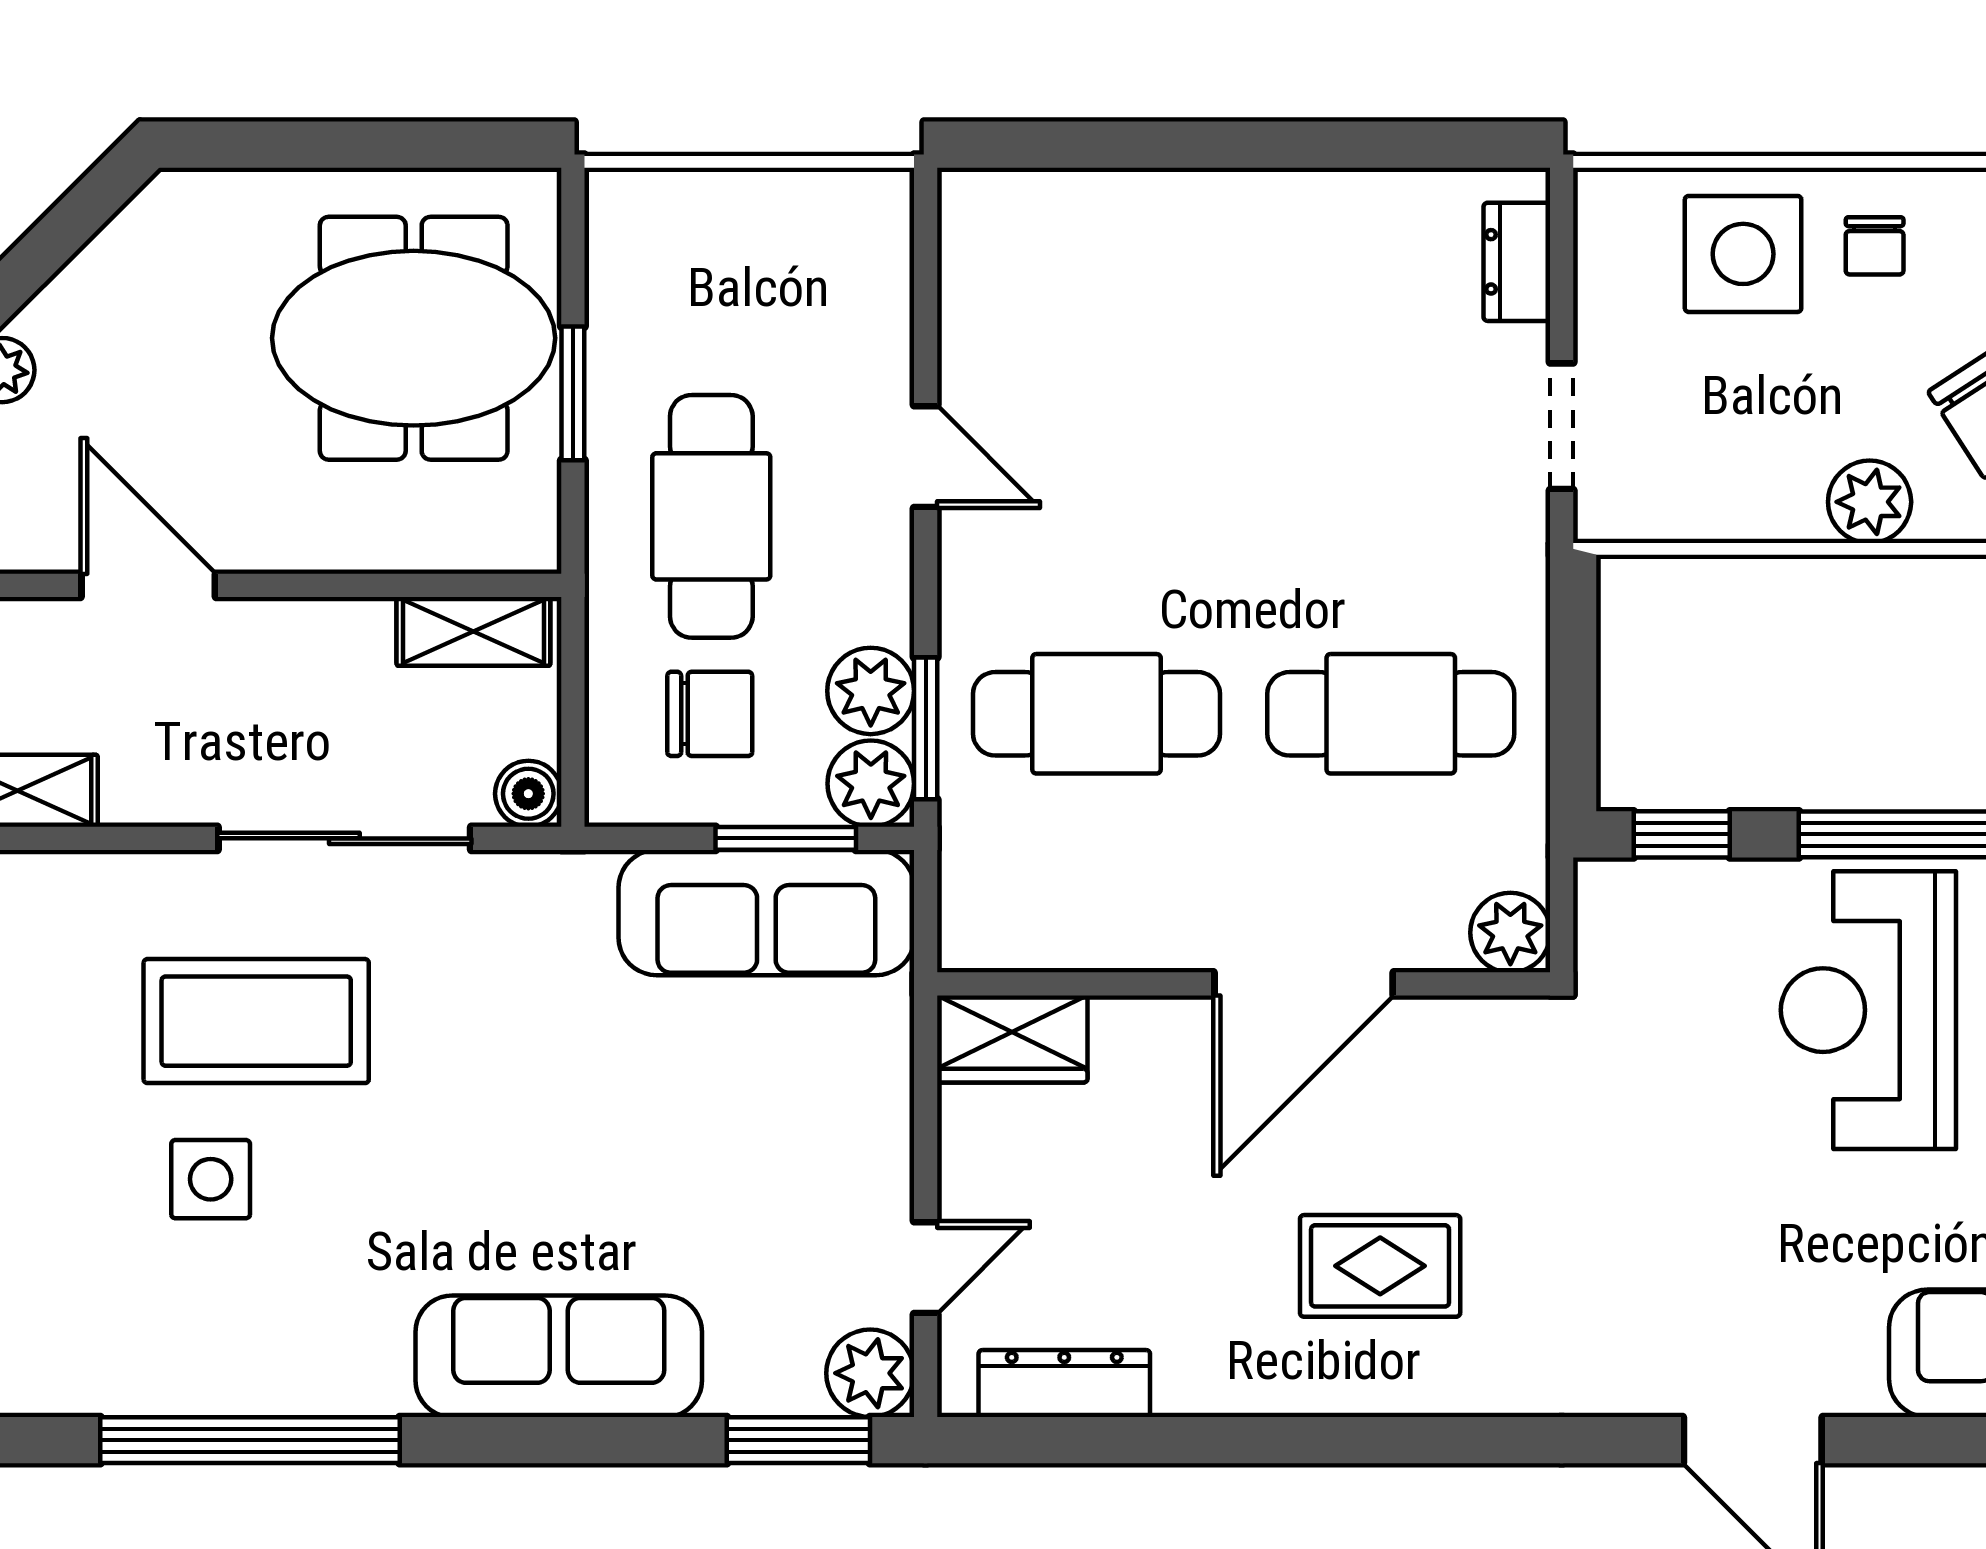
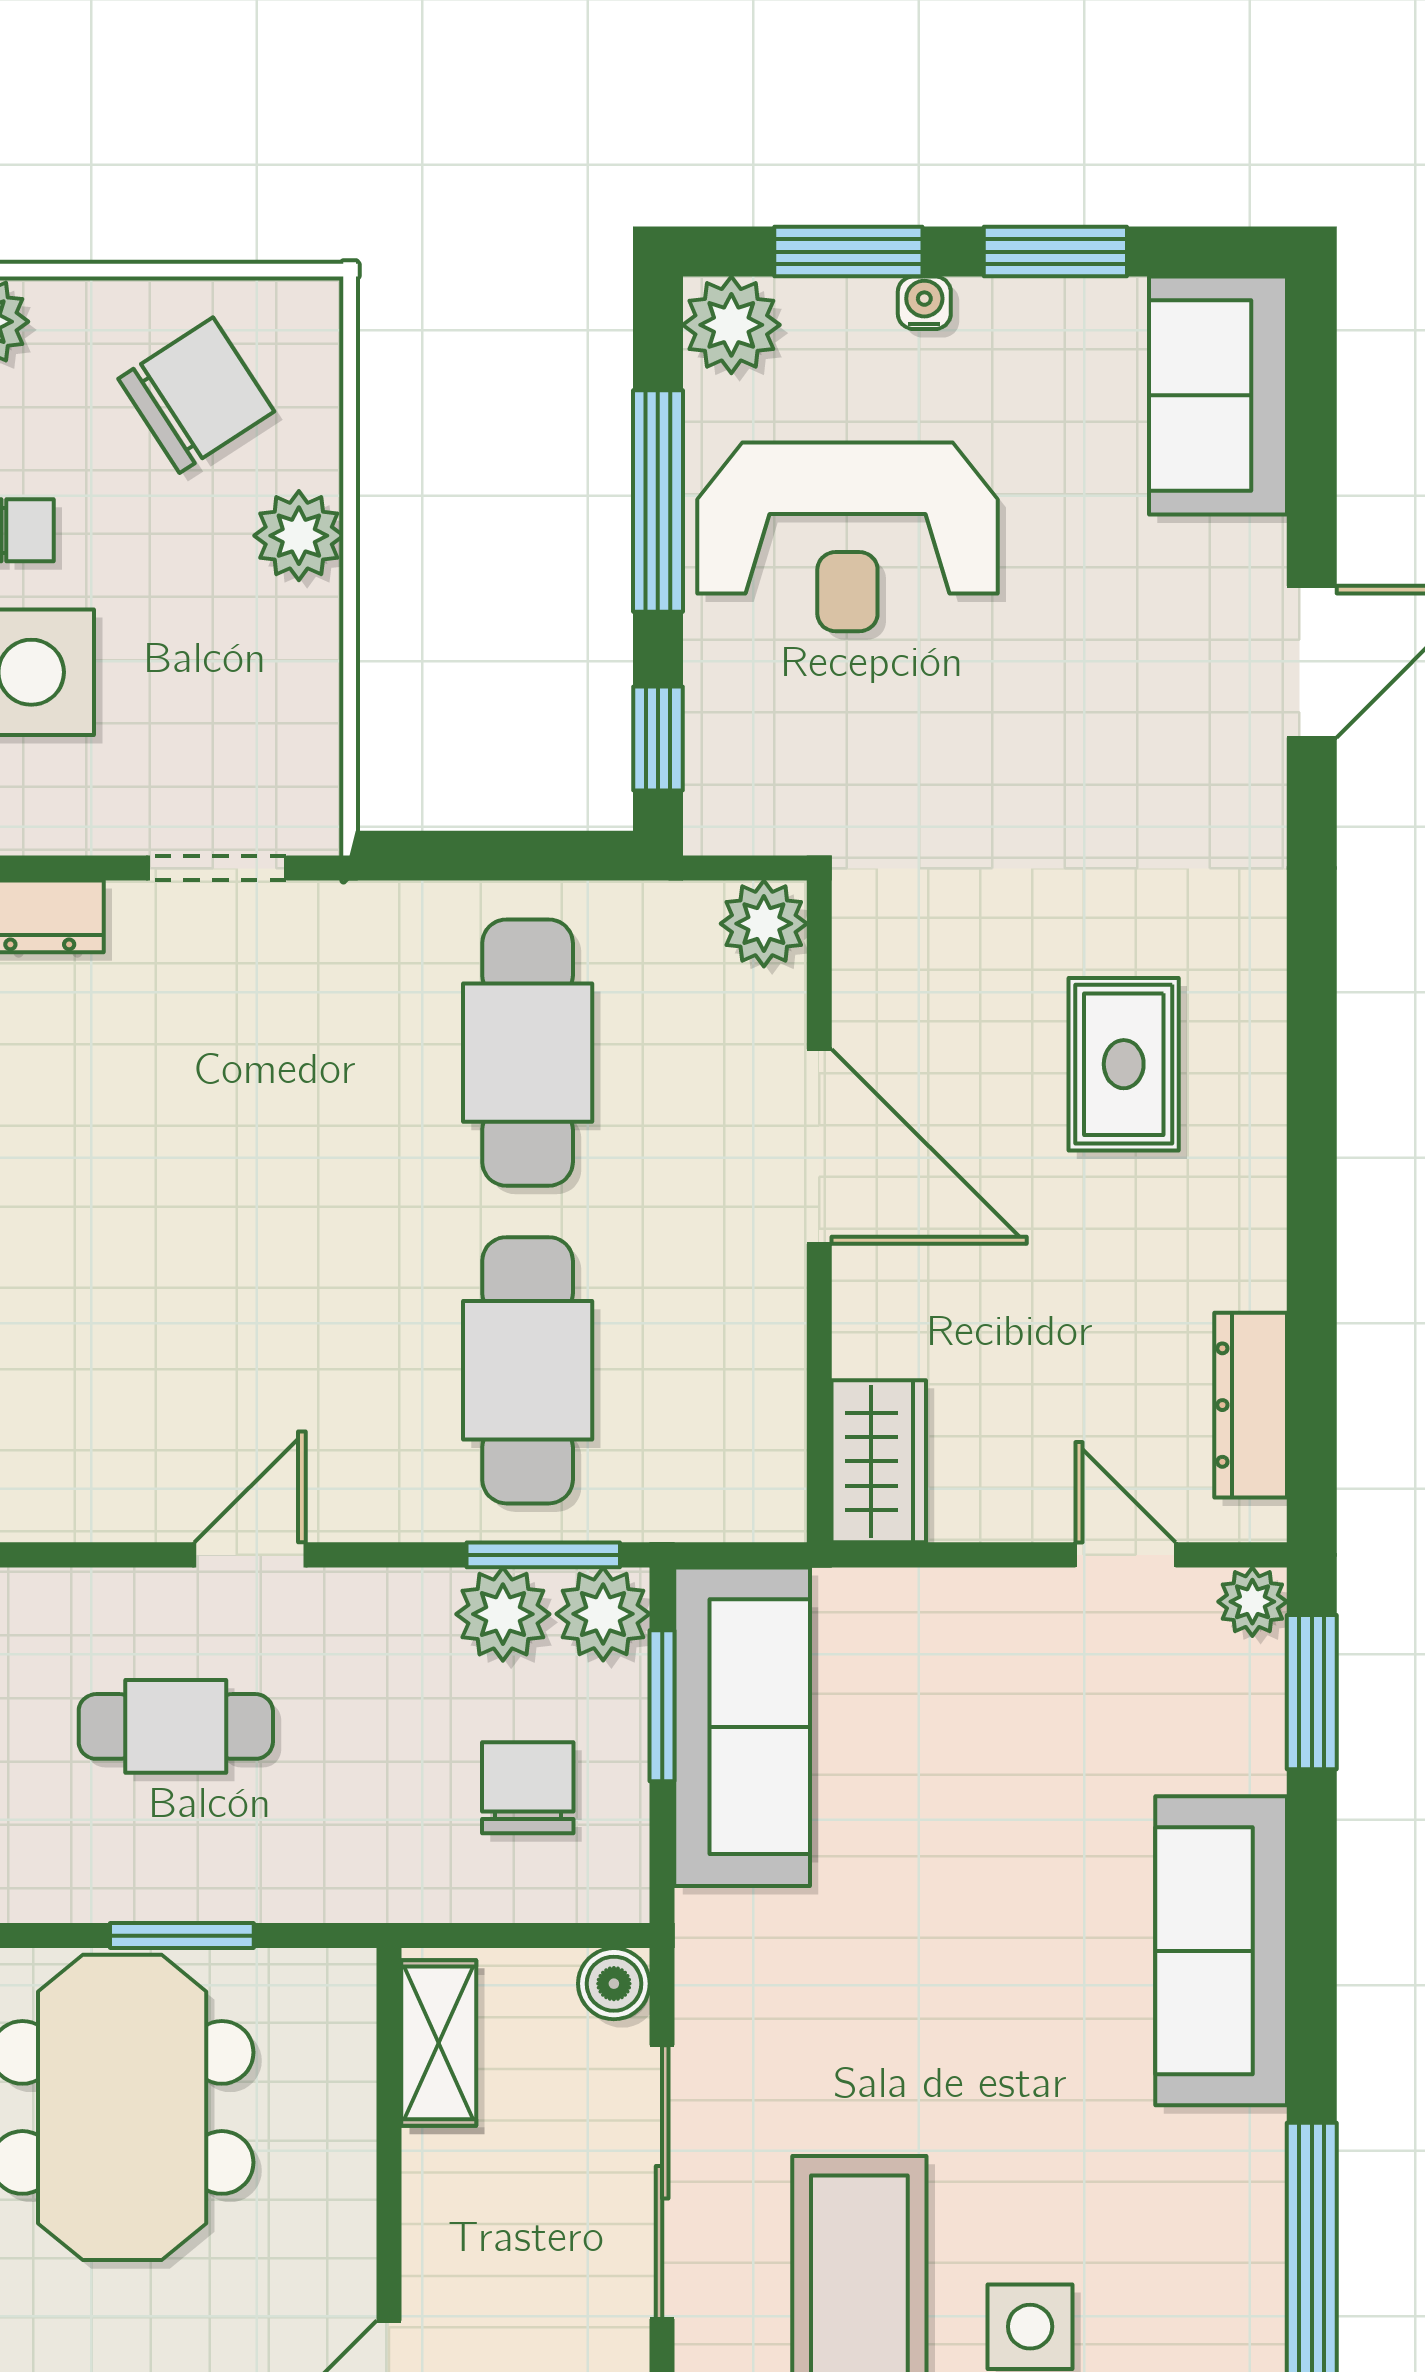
cafe table: (711, 516) -> (176, 1726), moved, width x0.73, depth x0.74
plant: (870, 1373) -> (1252, 1602), width x0.73, depth x0.73

